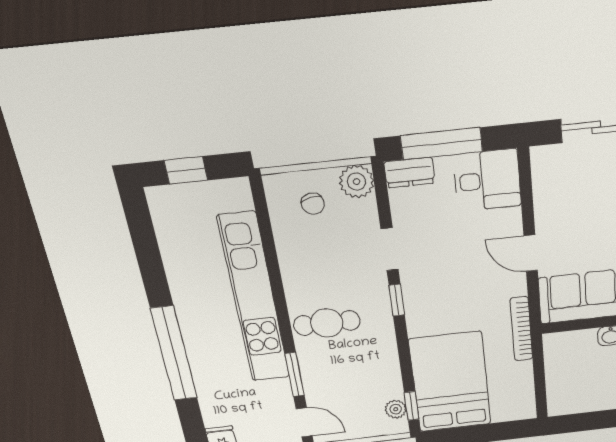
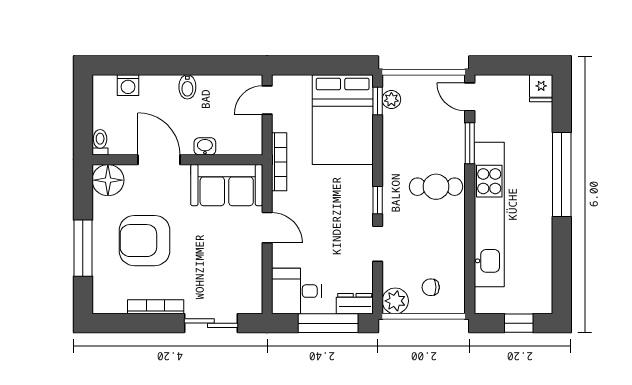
chair: (313, 204) -> (431, 287), turned -79
door: (540, 392) -> (267, 100), added

